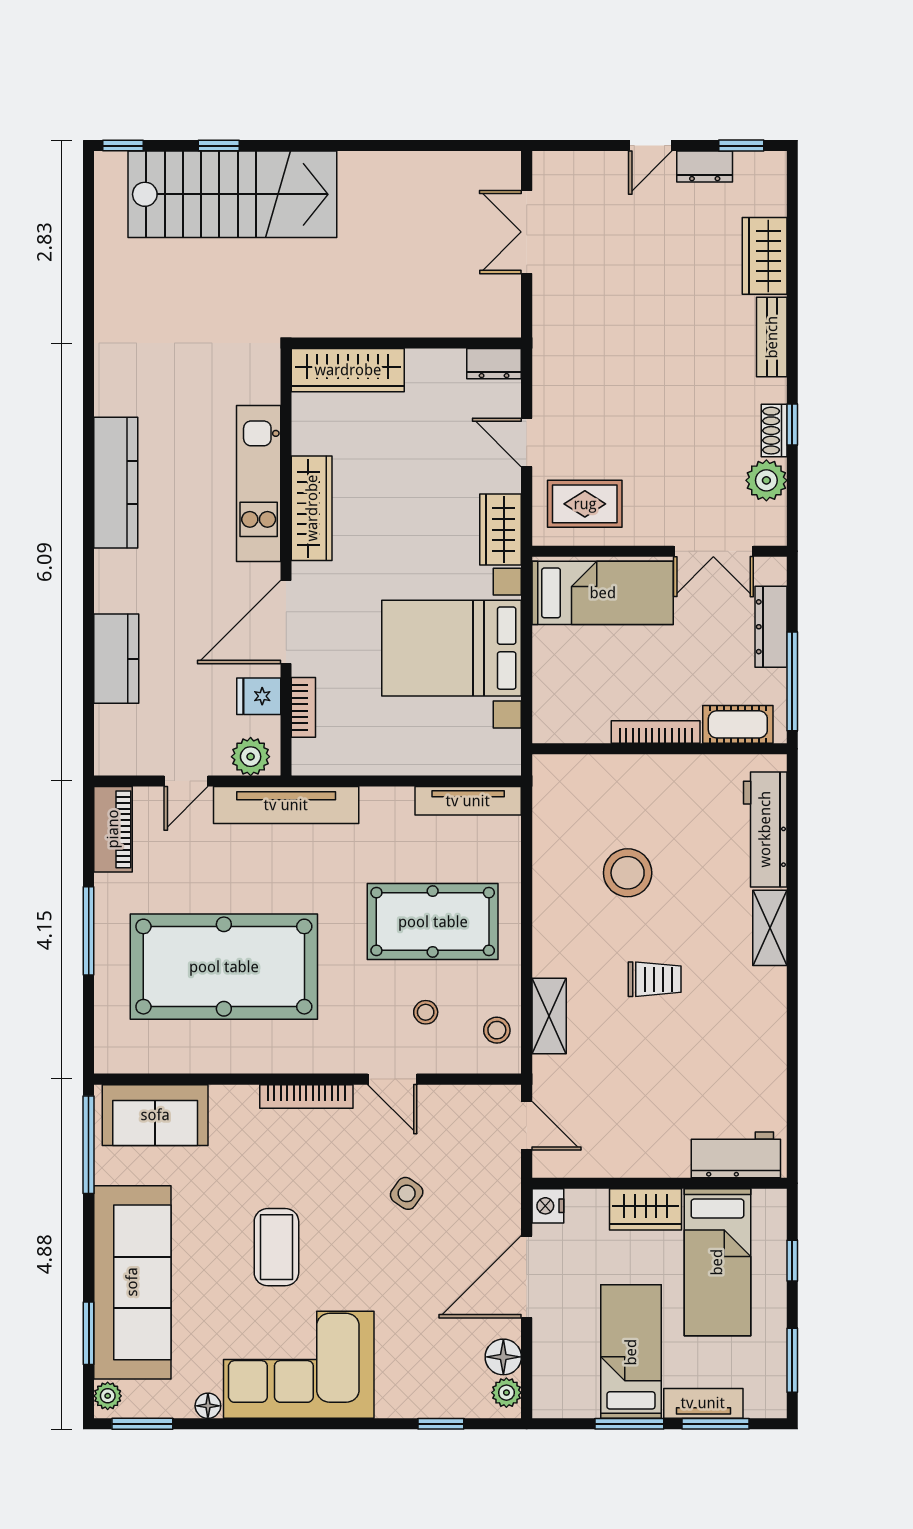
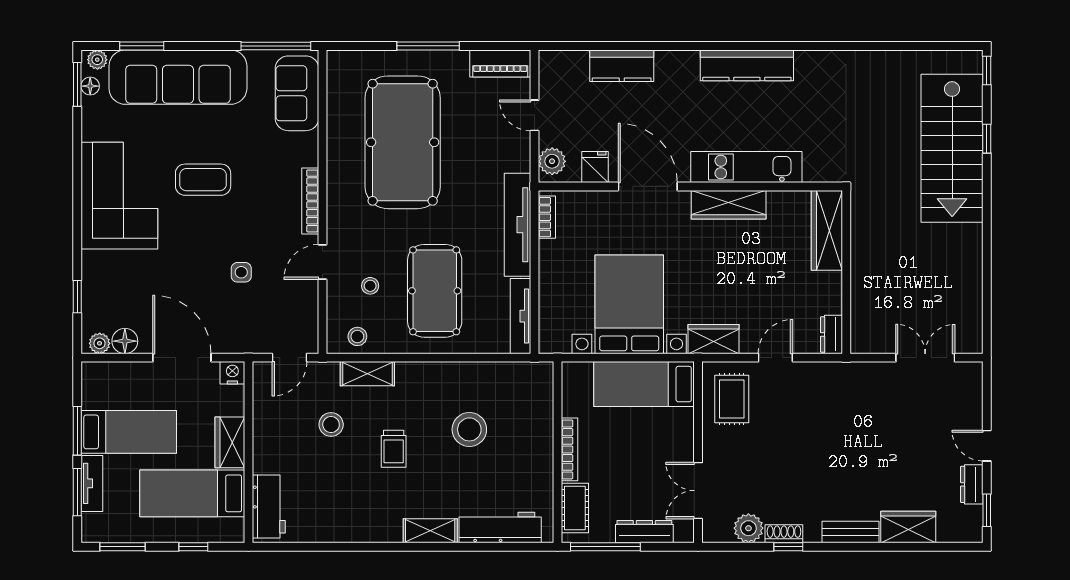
bed: (603, 593) -> (644, 384), moved, turned 90
bookcase: (303, 707) -> (547, 217), moved, turned -90
tv unit: (286, 805) -> (518, 225), moved
stool: (621, 1067) -> (331, 425), added
side table: (407, 1193) -> (241, 272), turned -35
floor lamp: (208, 1406) -> (90, 86), moved

